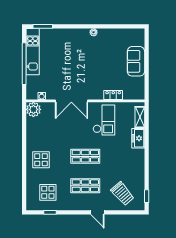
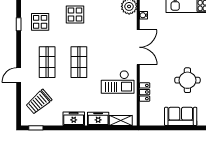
round table: (102, 55) -> (187, 80), added
double door: (71, 101) -> (138, 47), swing flipped
freezer: (138, 161) -> (74, 119), added

